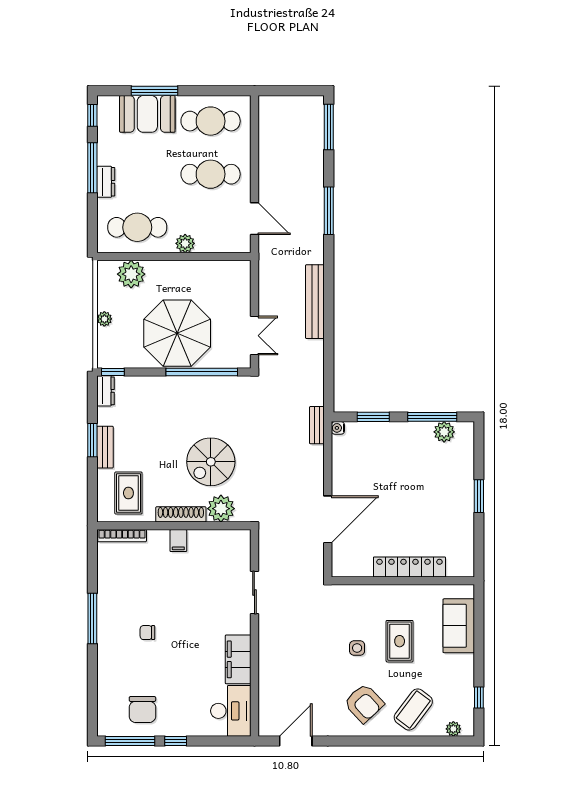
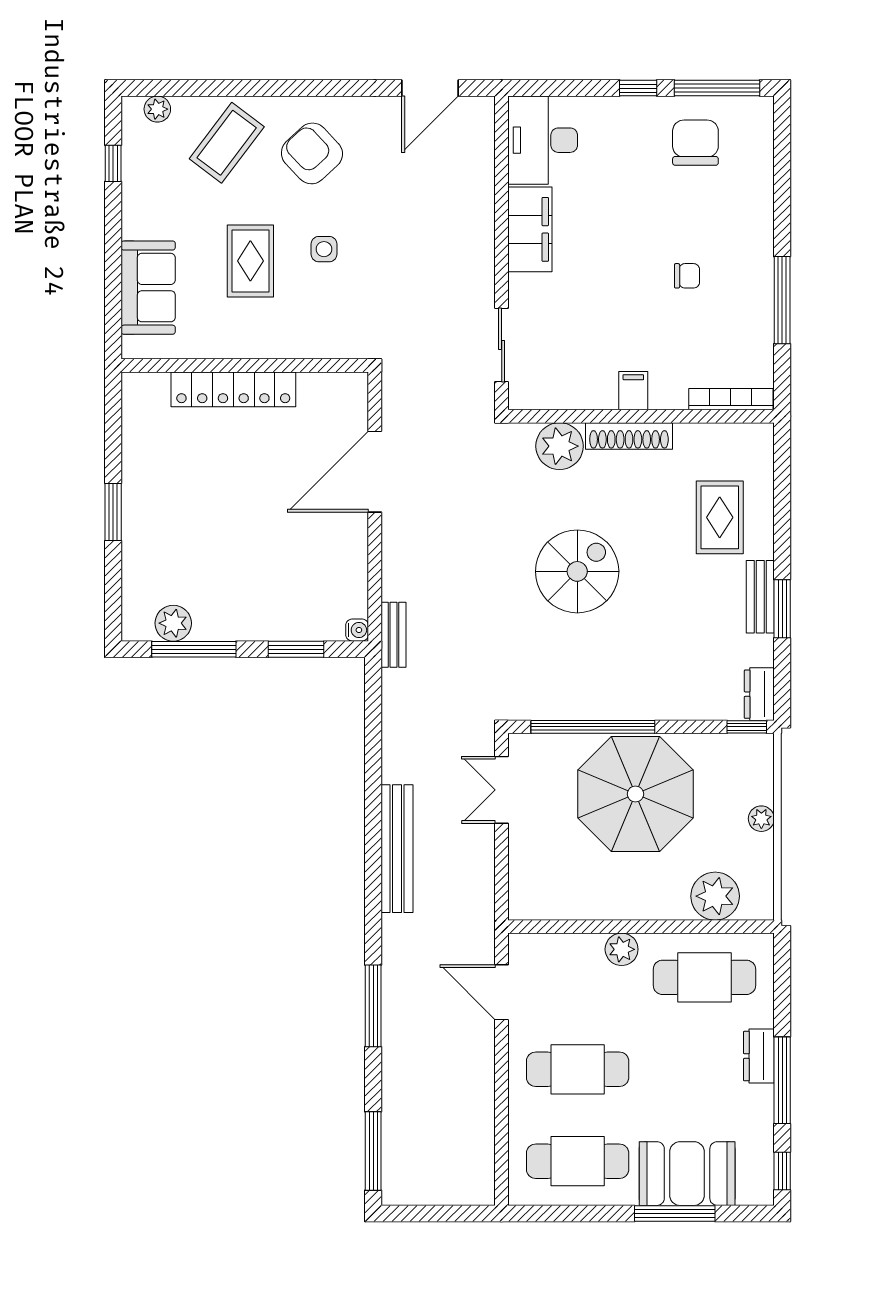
plant: (221, 509) -> (560, 446), moved
shoe rack: (181, 514) -> (629, 436), moved
wall: (174, 526) -> (641, 416), moved
bookcase: (122, 536) -> (731, 399), moved
filing cabinet: (178, 541) -> (633, 391), moved

